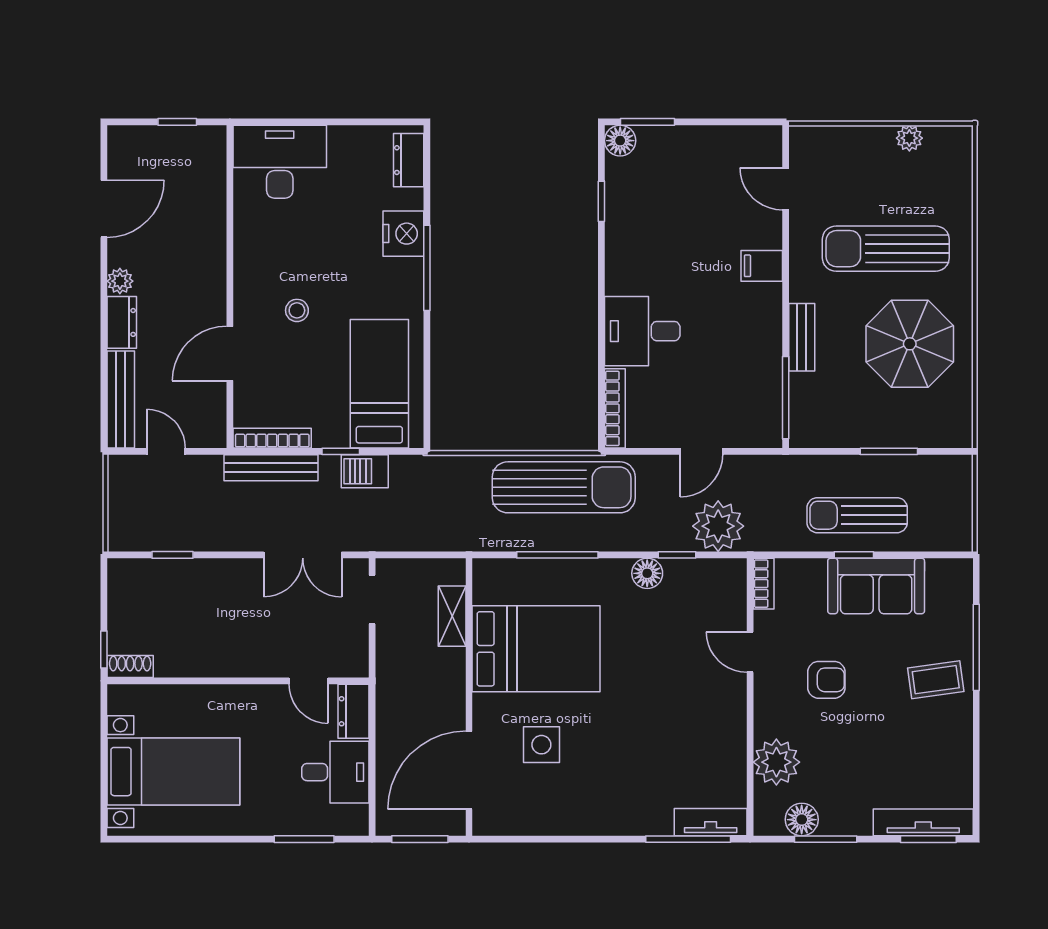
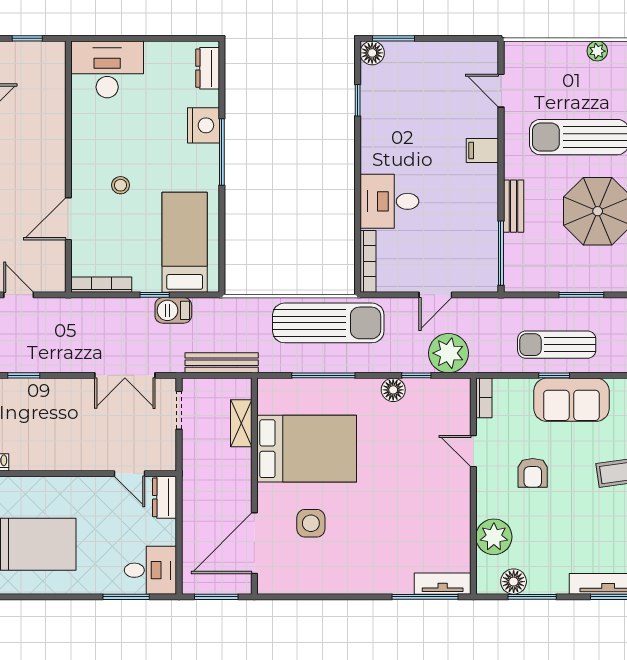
bench: (271, 468) -> (222, 363), moved
armchair: (826, 680) -> (533, 473), turned 90
desk: (335, 772) -> (150, 570), moved

